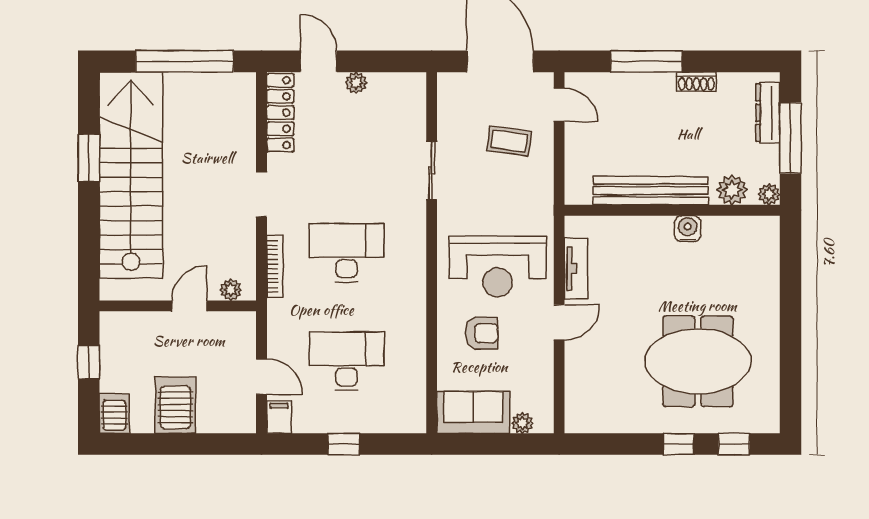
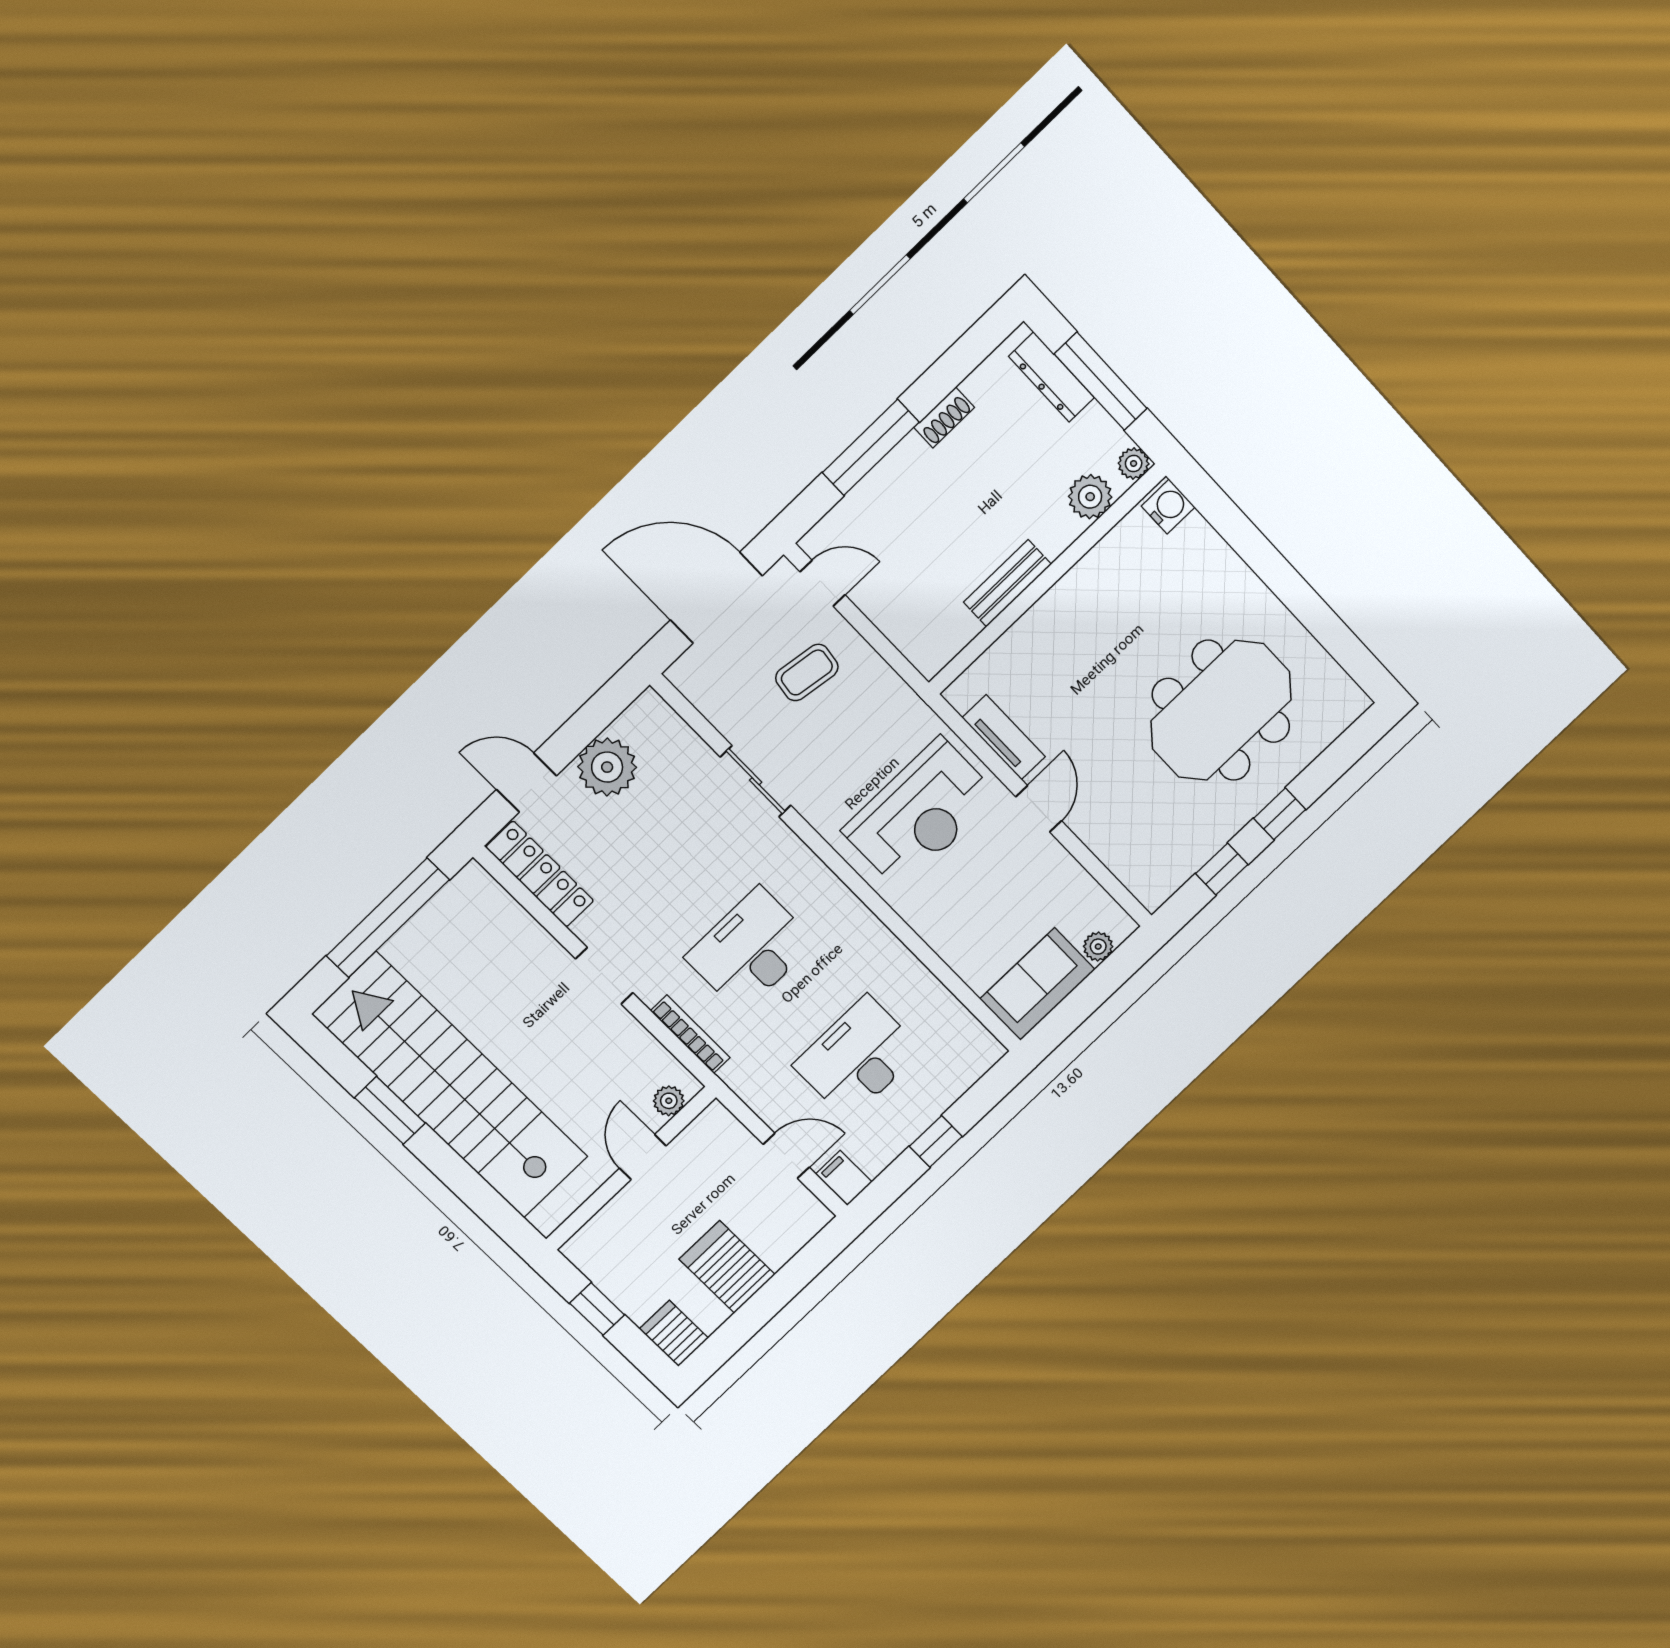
plant: (356, 83) -> (607, 767), width x1.88, depth x1.88
bench: (651, 191) -> (1007, 583), width x0.54, depth x0.82
water cooler: (688, 229) -> (1168, 507), moved, turned 90
armchair: (482, 333) -> (969, 897), removed
window: (734, 444) -> (1222, 869), moved

